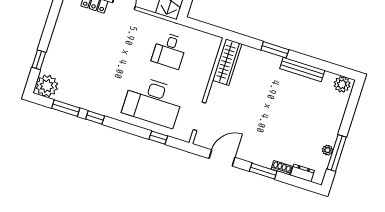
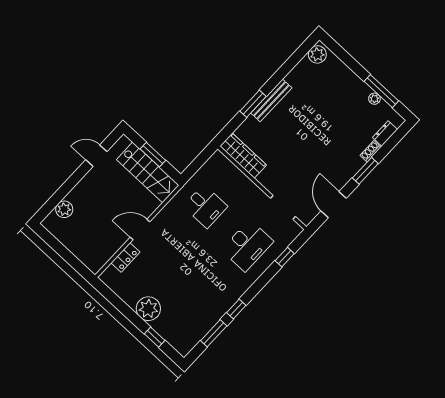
bench: (302, 69) -> (271, 100), moved
plant: (47, 86) -> (148, 309), moved
desk: (153, 102) -> (247, 246), width x0.73, depth x0.77

